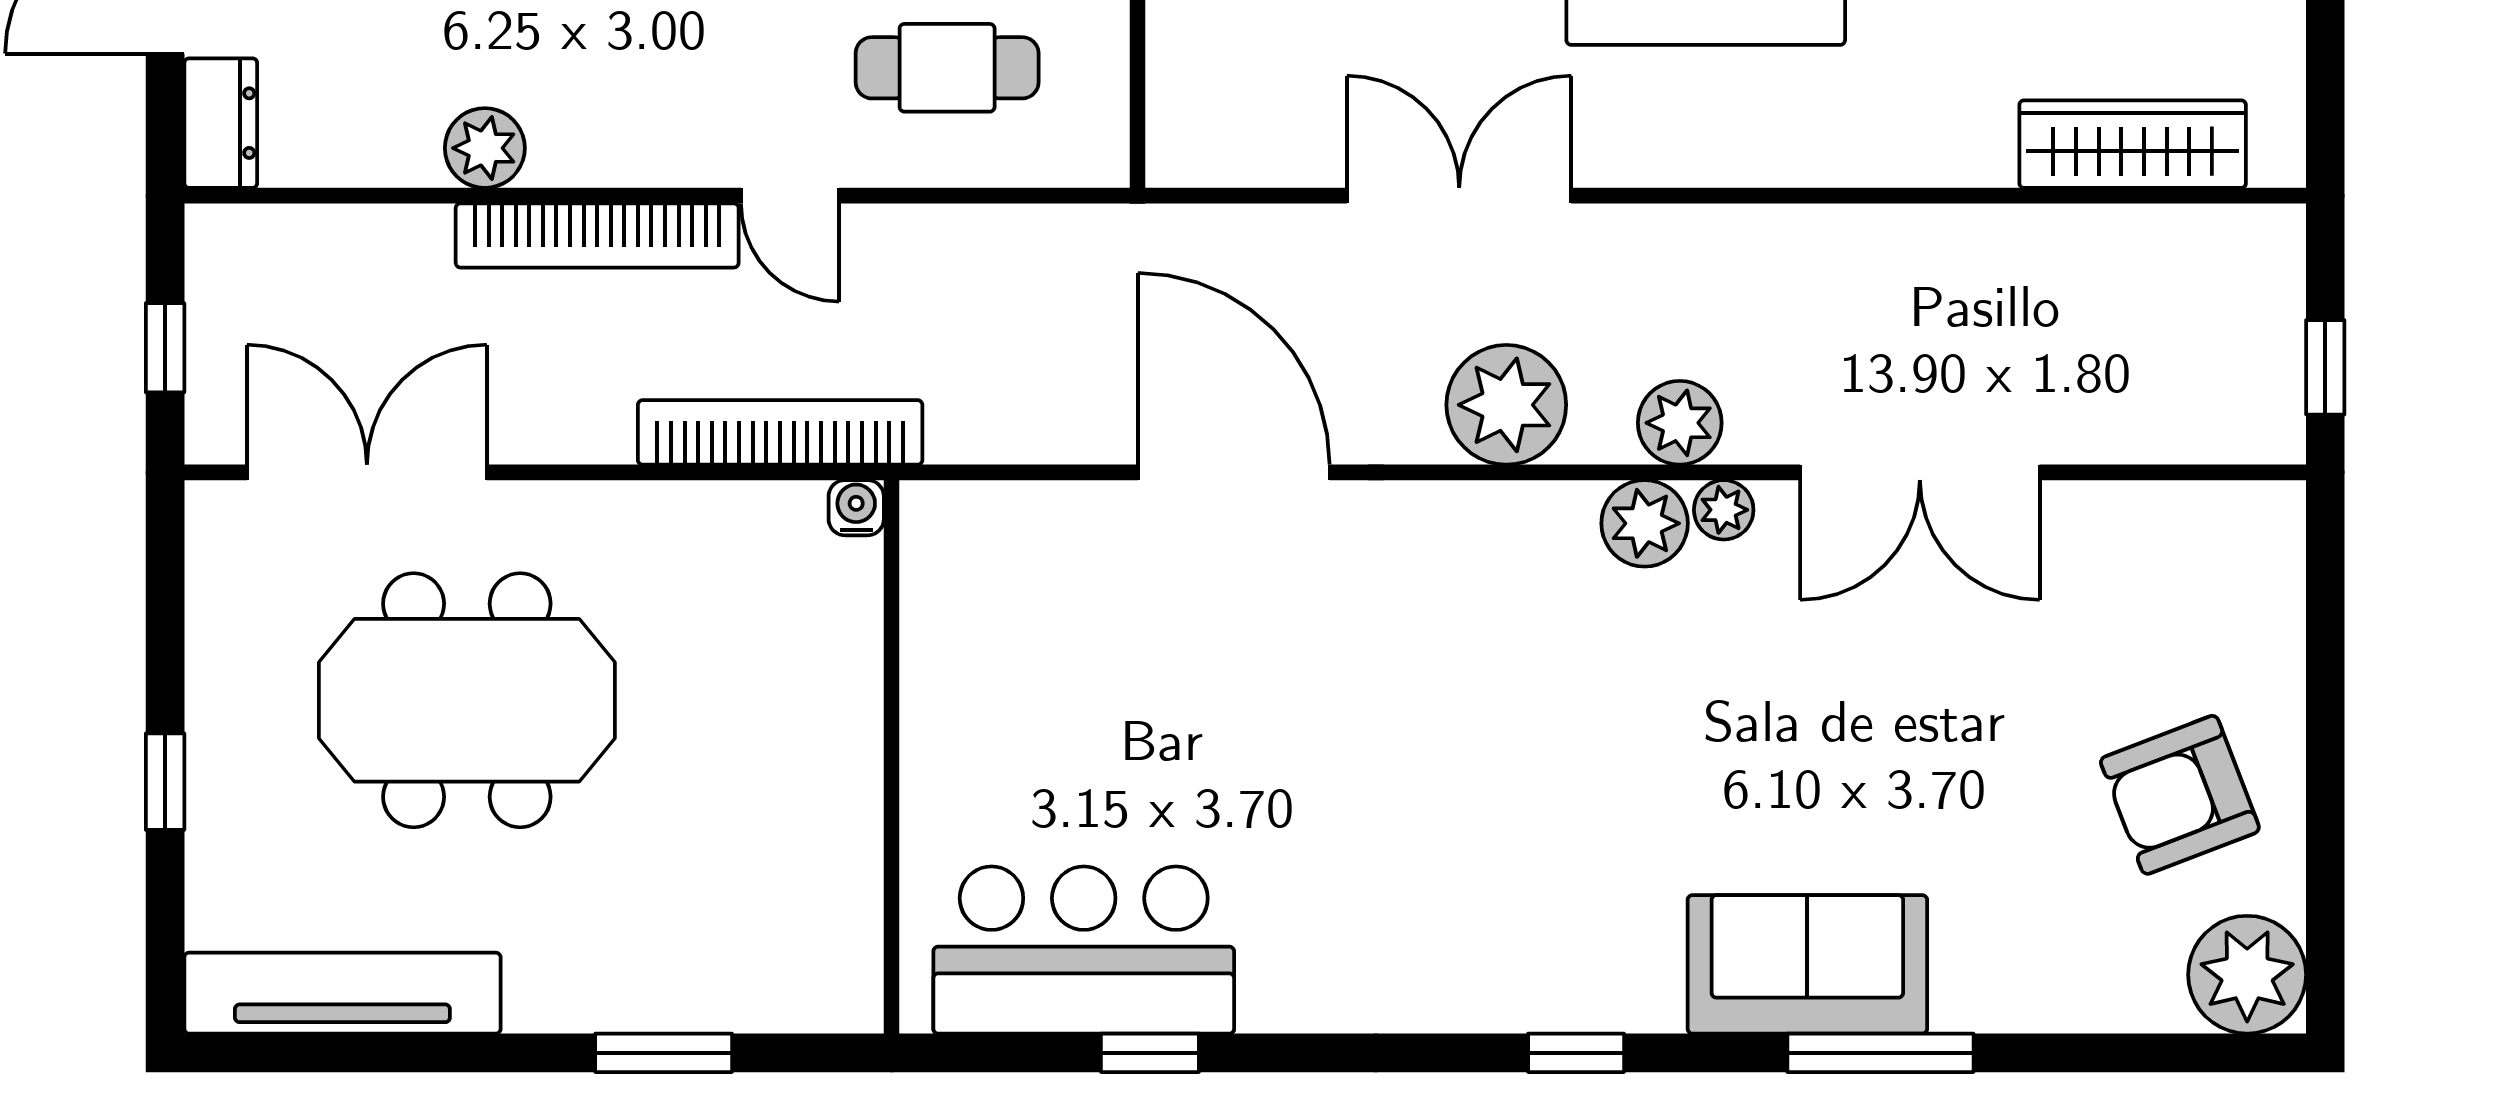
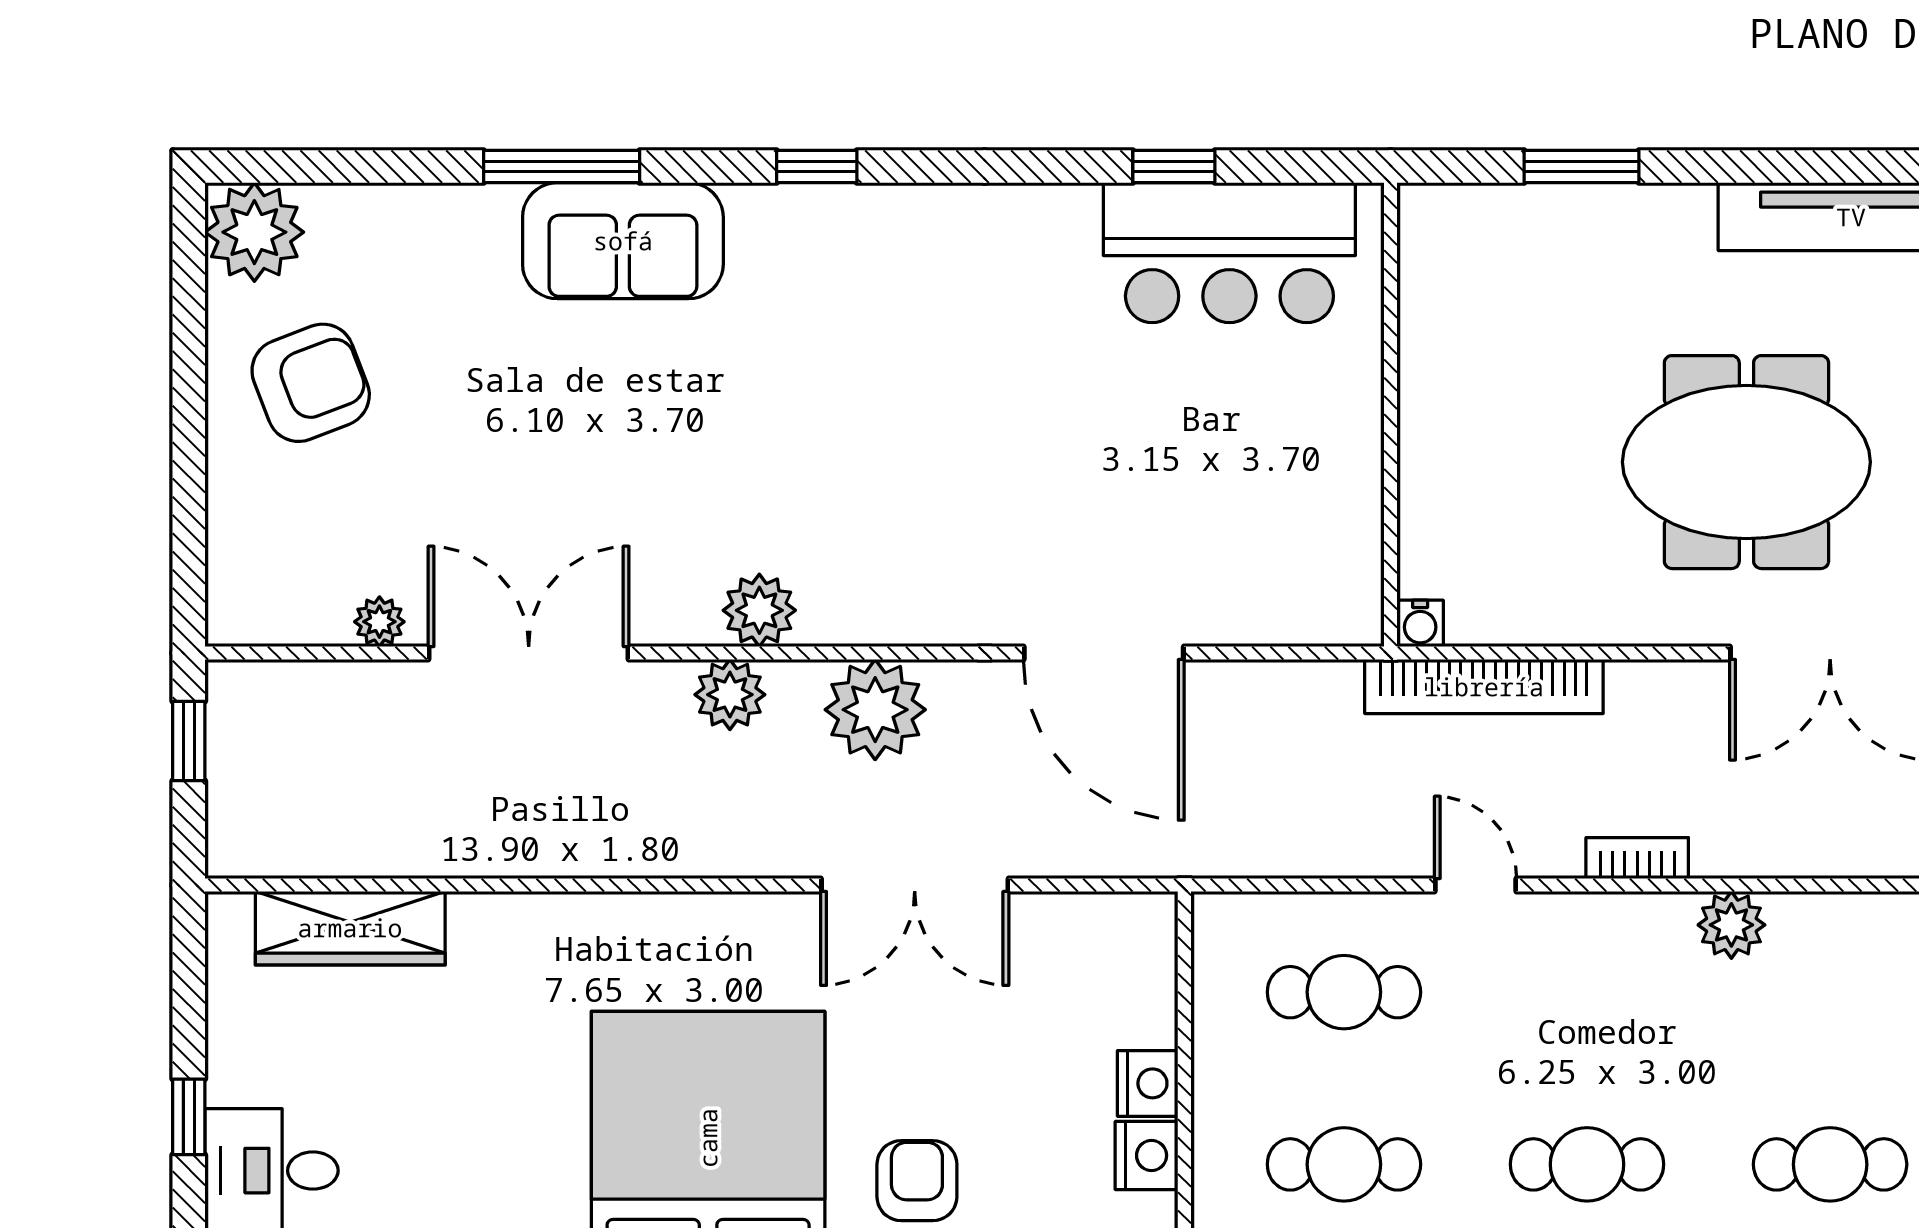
bookcase: (597, 235) -> (1637, 858), width x0.43, depth x0.76
plant: (1724, 510) -> (379, 622), moved

